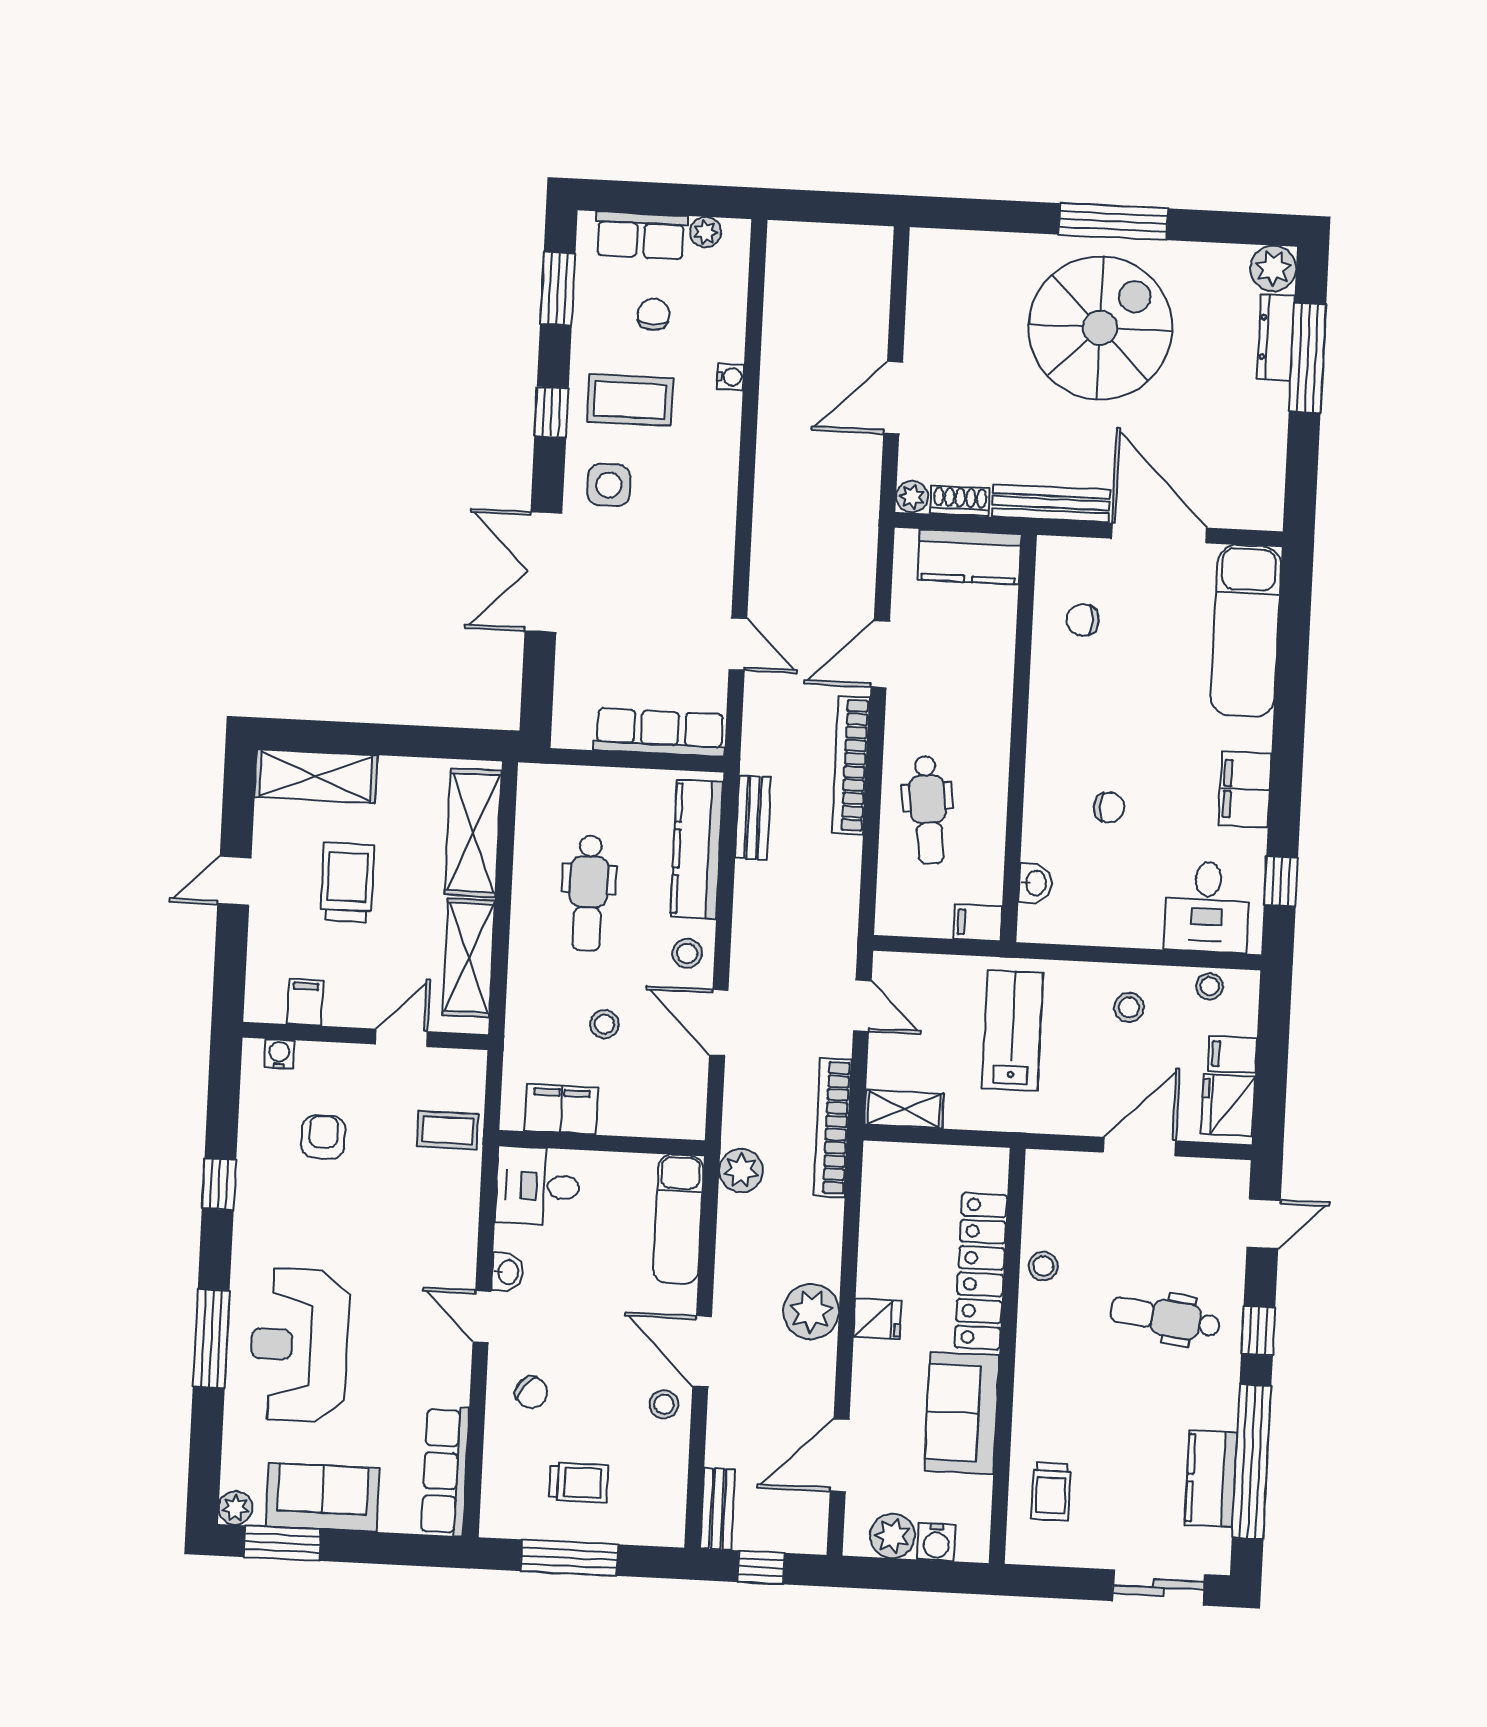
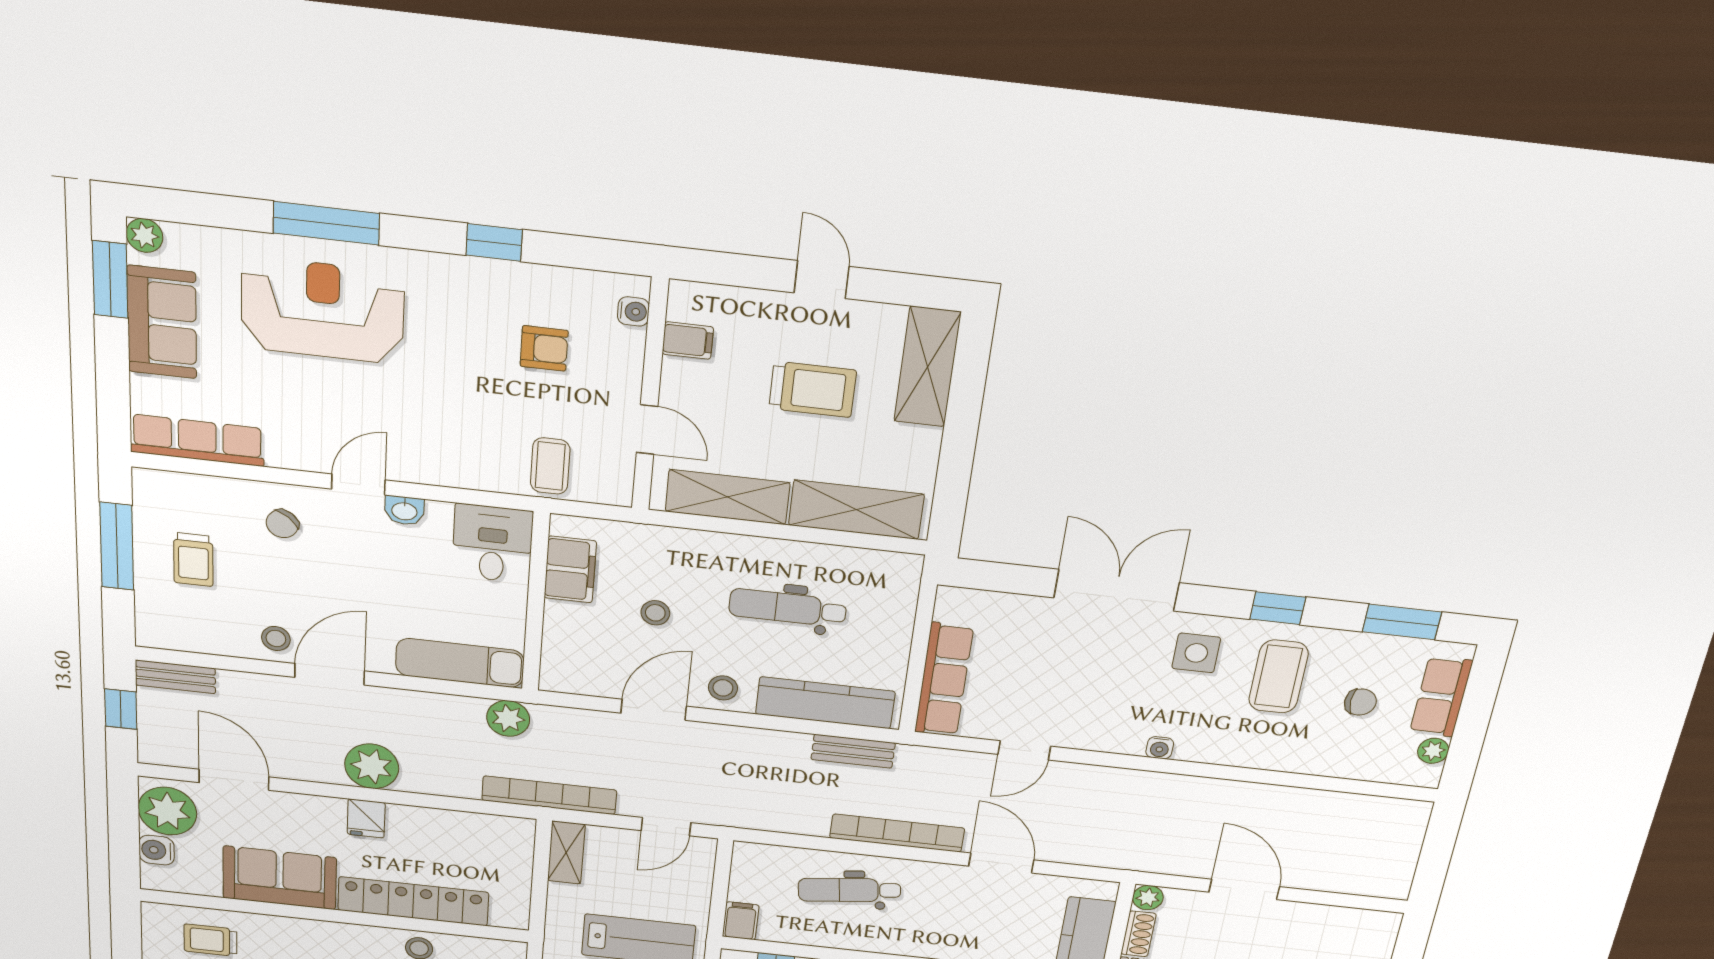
water cooler: (731, 377) -> (1160, 748), moved
plant: (893, 1536) -> (167, 811), width x1.36, depth x1.36

